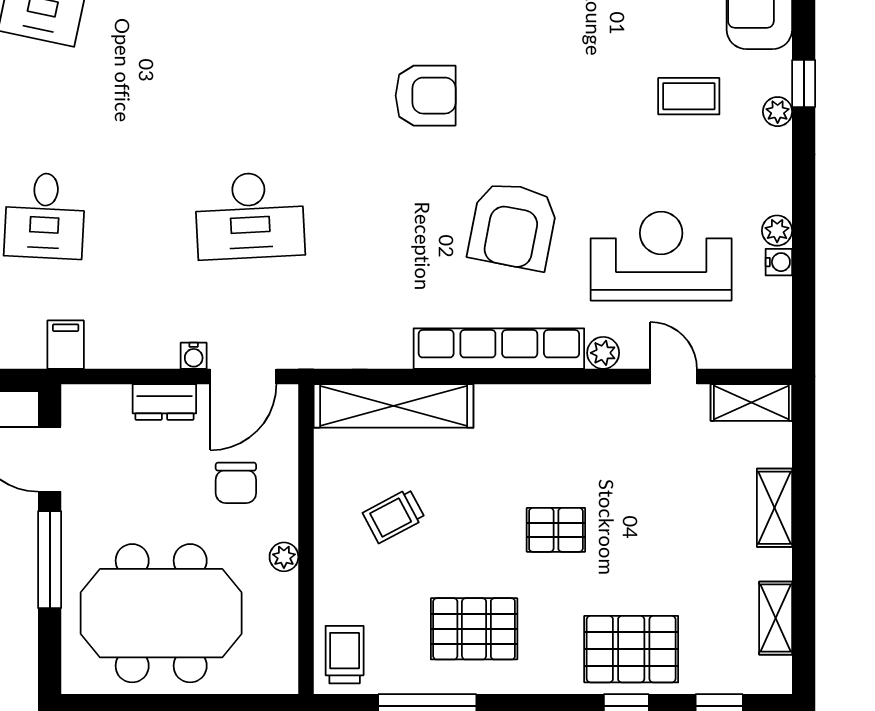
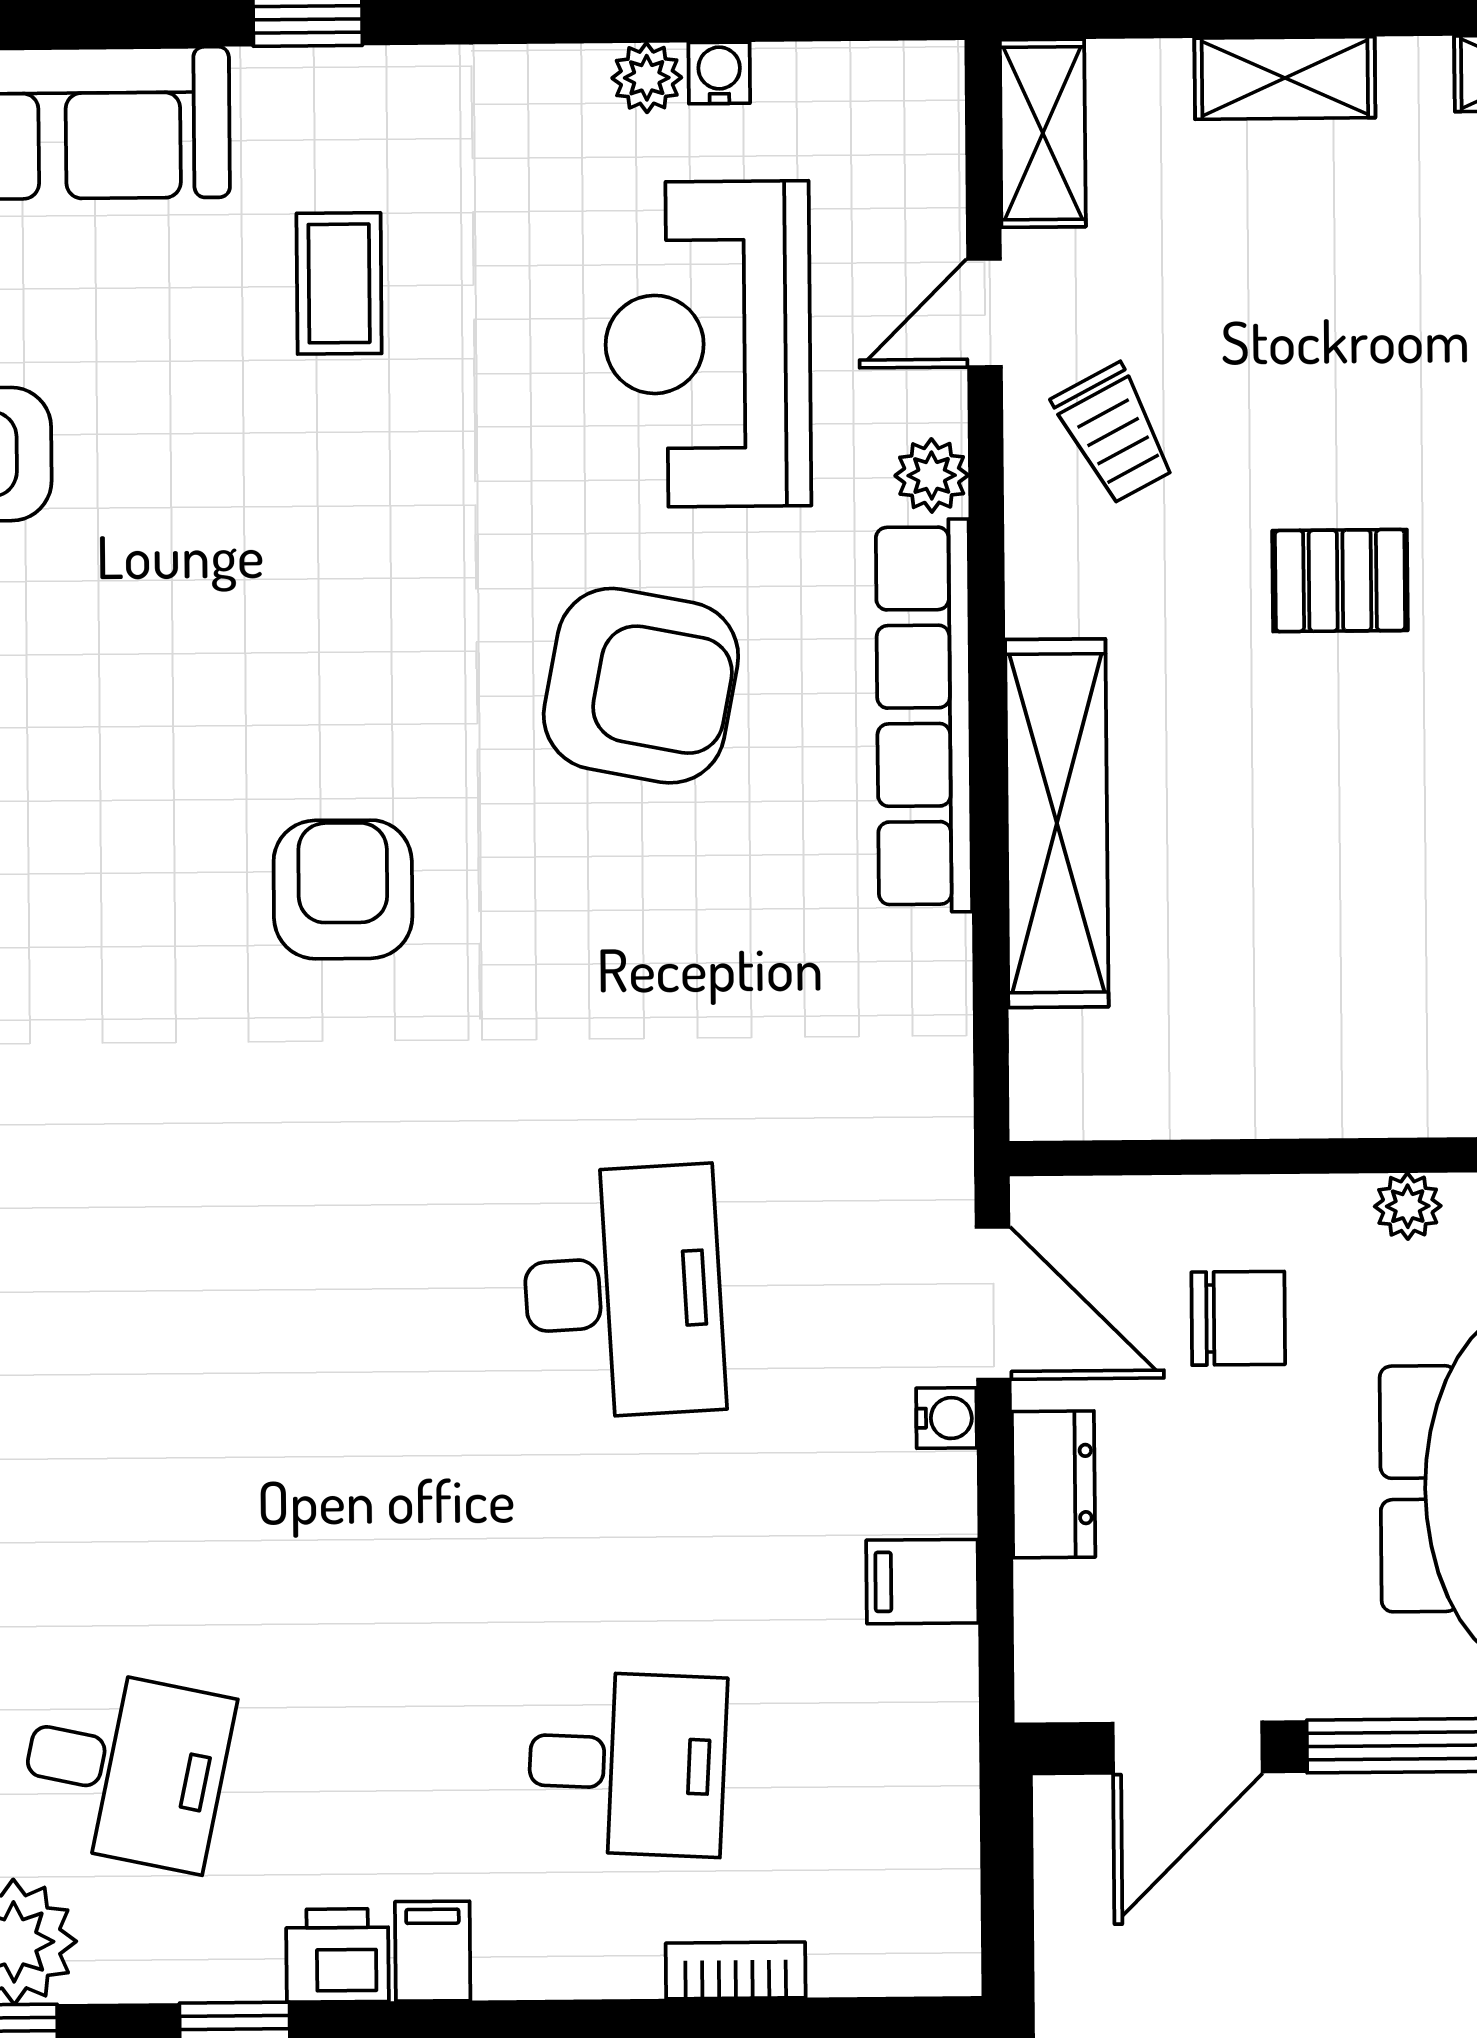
plant: (778, 112) -> (373, 79), removed
filing cabinet: (66, 345) -> (922, 1582), moved
shelving: (394, 406) -> (1057, 823), moved
trolley: (394, 516) -> (1114, 434), moved
pallet: (556, 530) -> (1340, 581), turned 90

